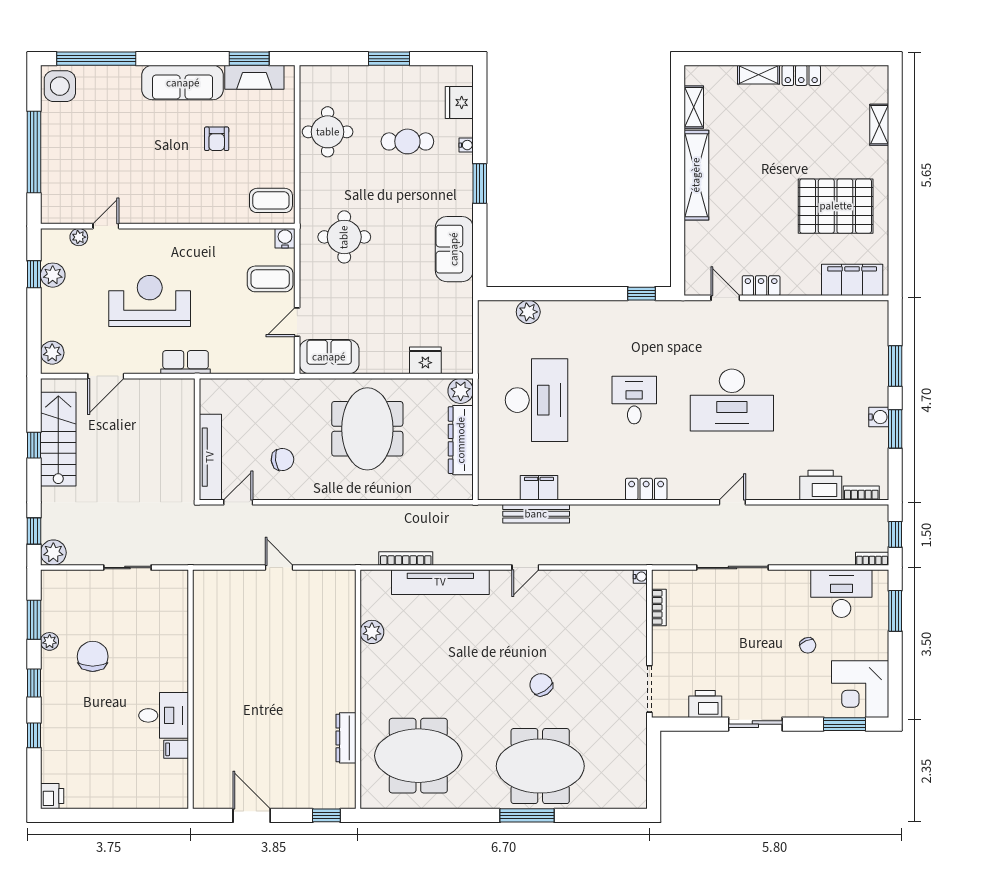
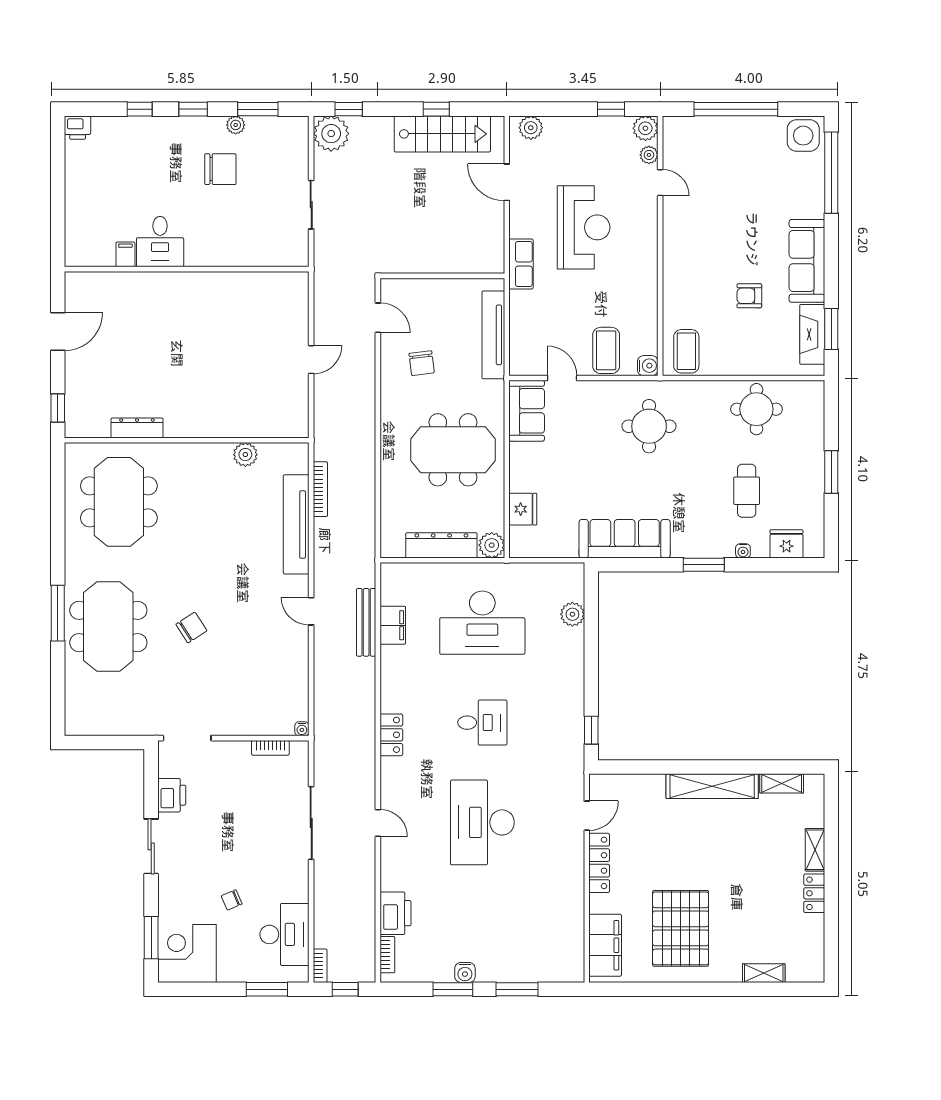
sofa: (454, 249) -> (625, 539), width x1.36
plant: (53, 275) -> (645, 128), moved
locker: (761, 286) -> (599, 863), width x1.53
tv unit: (210, 457) -> (493, 335), moved, turned 90
plant: (53, 553) -> (331, 134), width x1.36, depth x1.36

